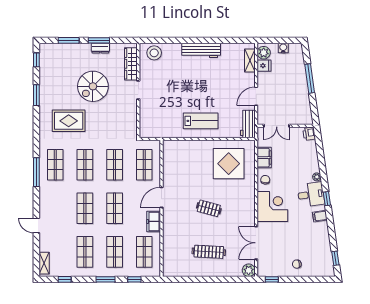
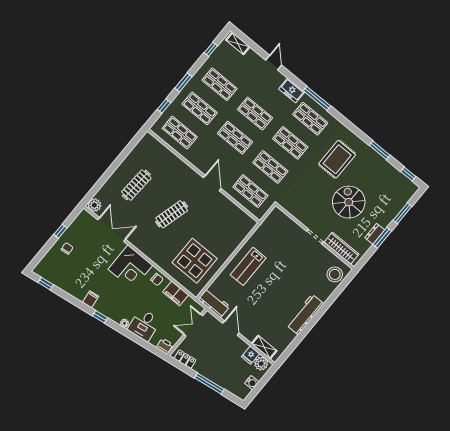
locker: (307, 111) -> (185, 359), added
desk: (311, 194) -> (144, 325), moved
clothes rail: (209, 208) -> (172, 214), width x1.36
freezer: (154, 221) -> (292, 91), moved, turned 180
door: (36, 226) -> (274, 63), hinge flipped
window: (272, 279) -> (60, 231), moved

